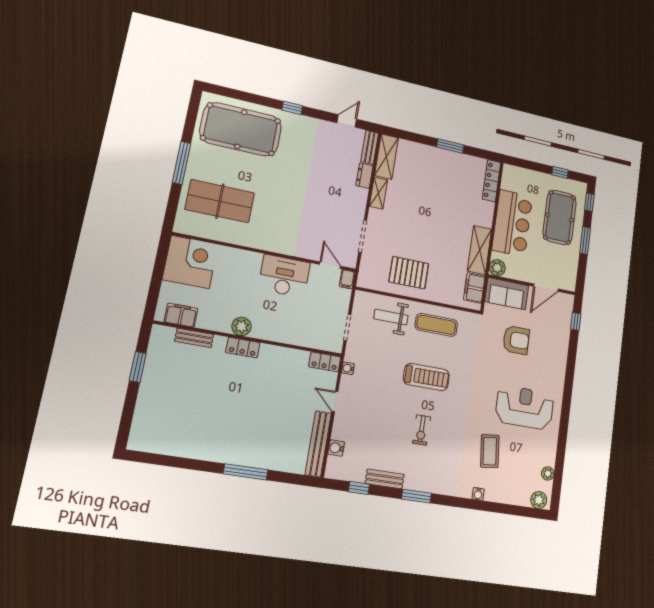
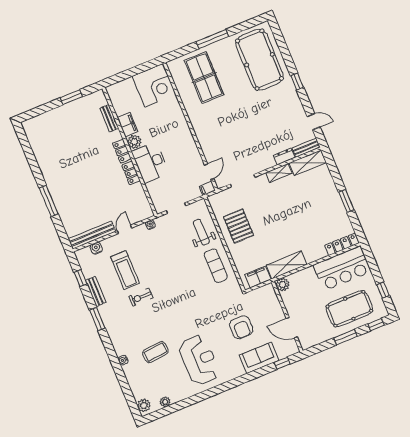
bar counter: (512, 223) -> (342, 268), moved
desk: (284, 276) -> (150, 162), moved, turned 180
sofa: (507, 294) -> (259, 358), moved, turned 90
filing cabinet: (181, 315) -> (128, 125), moved
locker: (325, 362) -> (131, 173), moved
treadmill: (426, 377) -> (125, 270), moved

